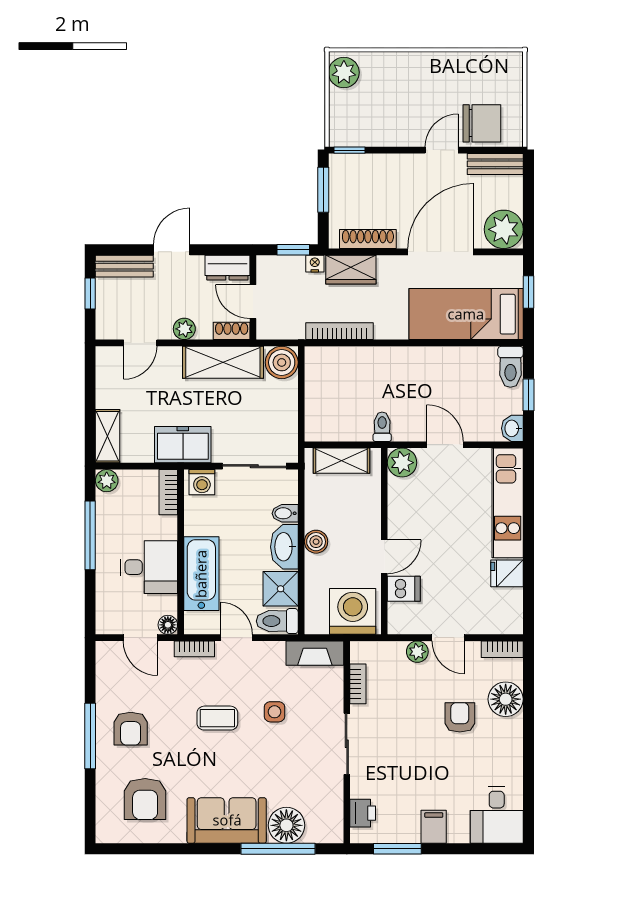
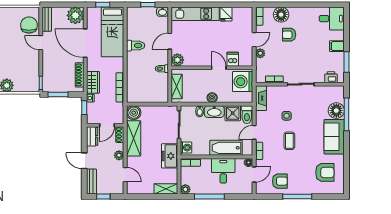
toilet: (510, 367) -> (136, 46), moved
armchair: (131, 729) -> (280, 181), moved

